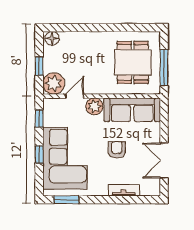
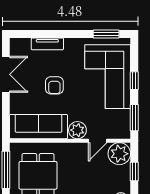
window: (39, 118) -> (134, 118), width x1.50

